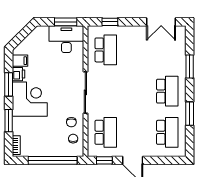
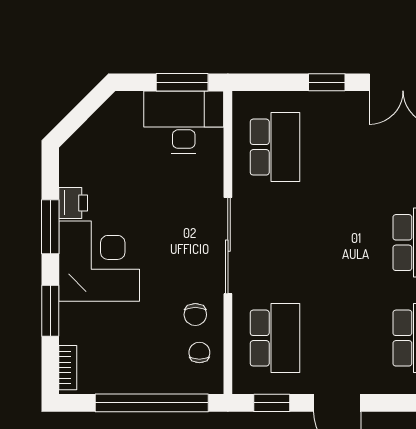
window: (110, 22) -> (327, 82), moved
filing cabinet: (20, 61) -> (76, 172), removed

